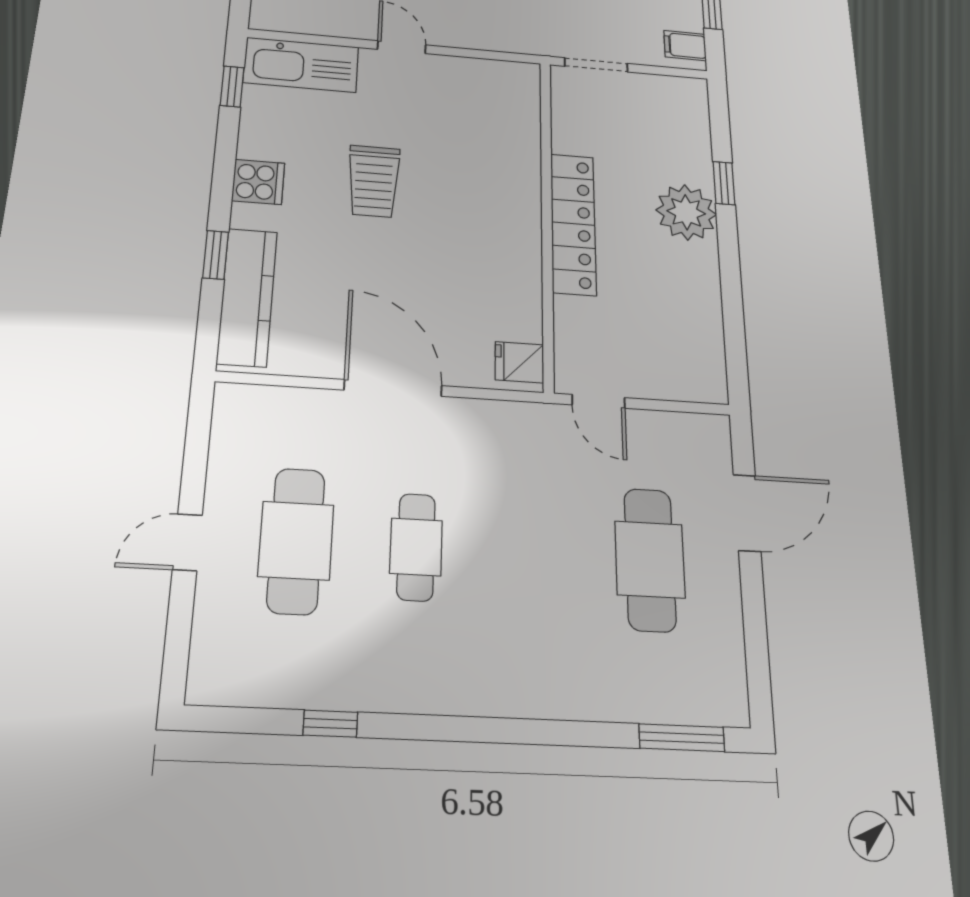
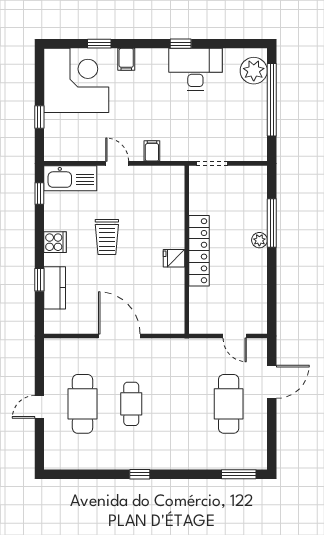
filing cabinet: (685, 46) -> (152, 151), moved, turned 90
window: (724, 183) -> (272, 223), width x2.17
plant: (686, 212) -> (259, 240), width x0.53, depth x0.53
kitchen counter: (247, 297) -> (55, 288), width x0.67
fridge: (519, 362) -> (174, 258), moved
door: (599, 401) -> (235, 336), moved
window: (330, 724) -> (140, 474), moved

